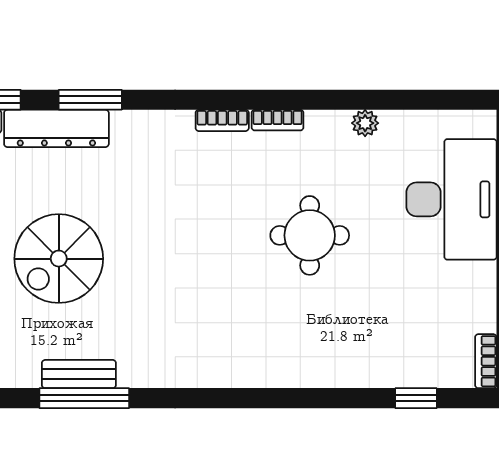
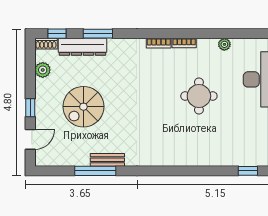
bench: (79, 374) -> (107, 160), moved

